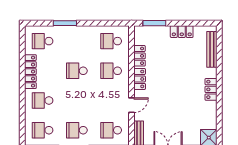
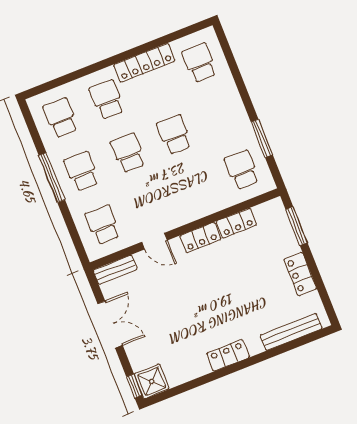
window: (65, 23) -> (262, 138), moved
school desk: (111, 71) -> (128, 153), moved

